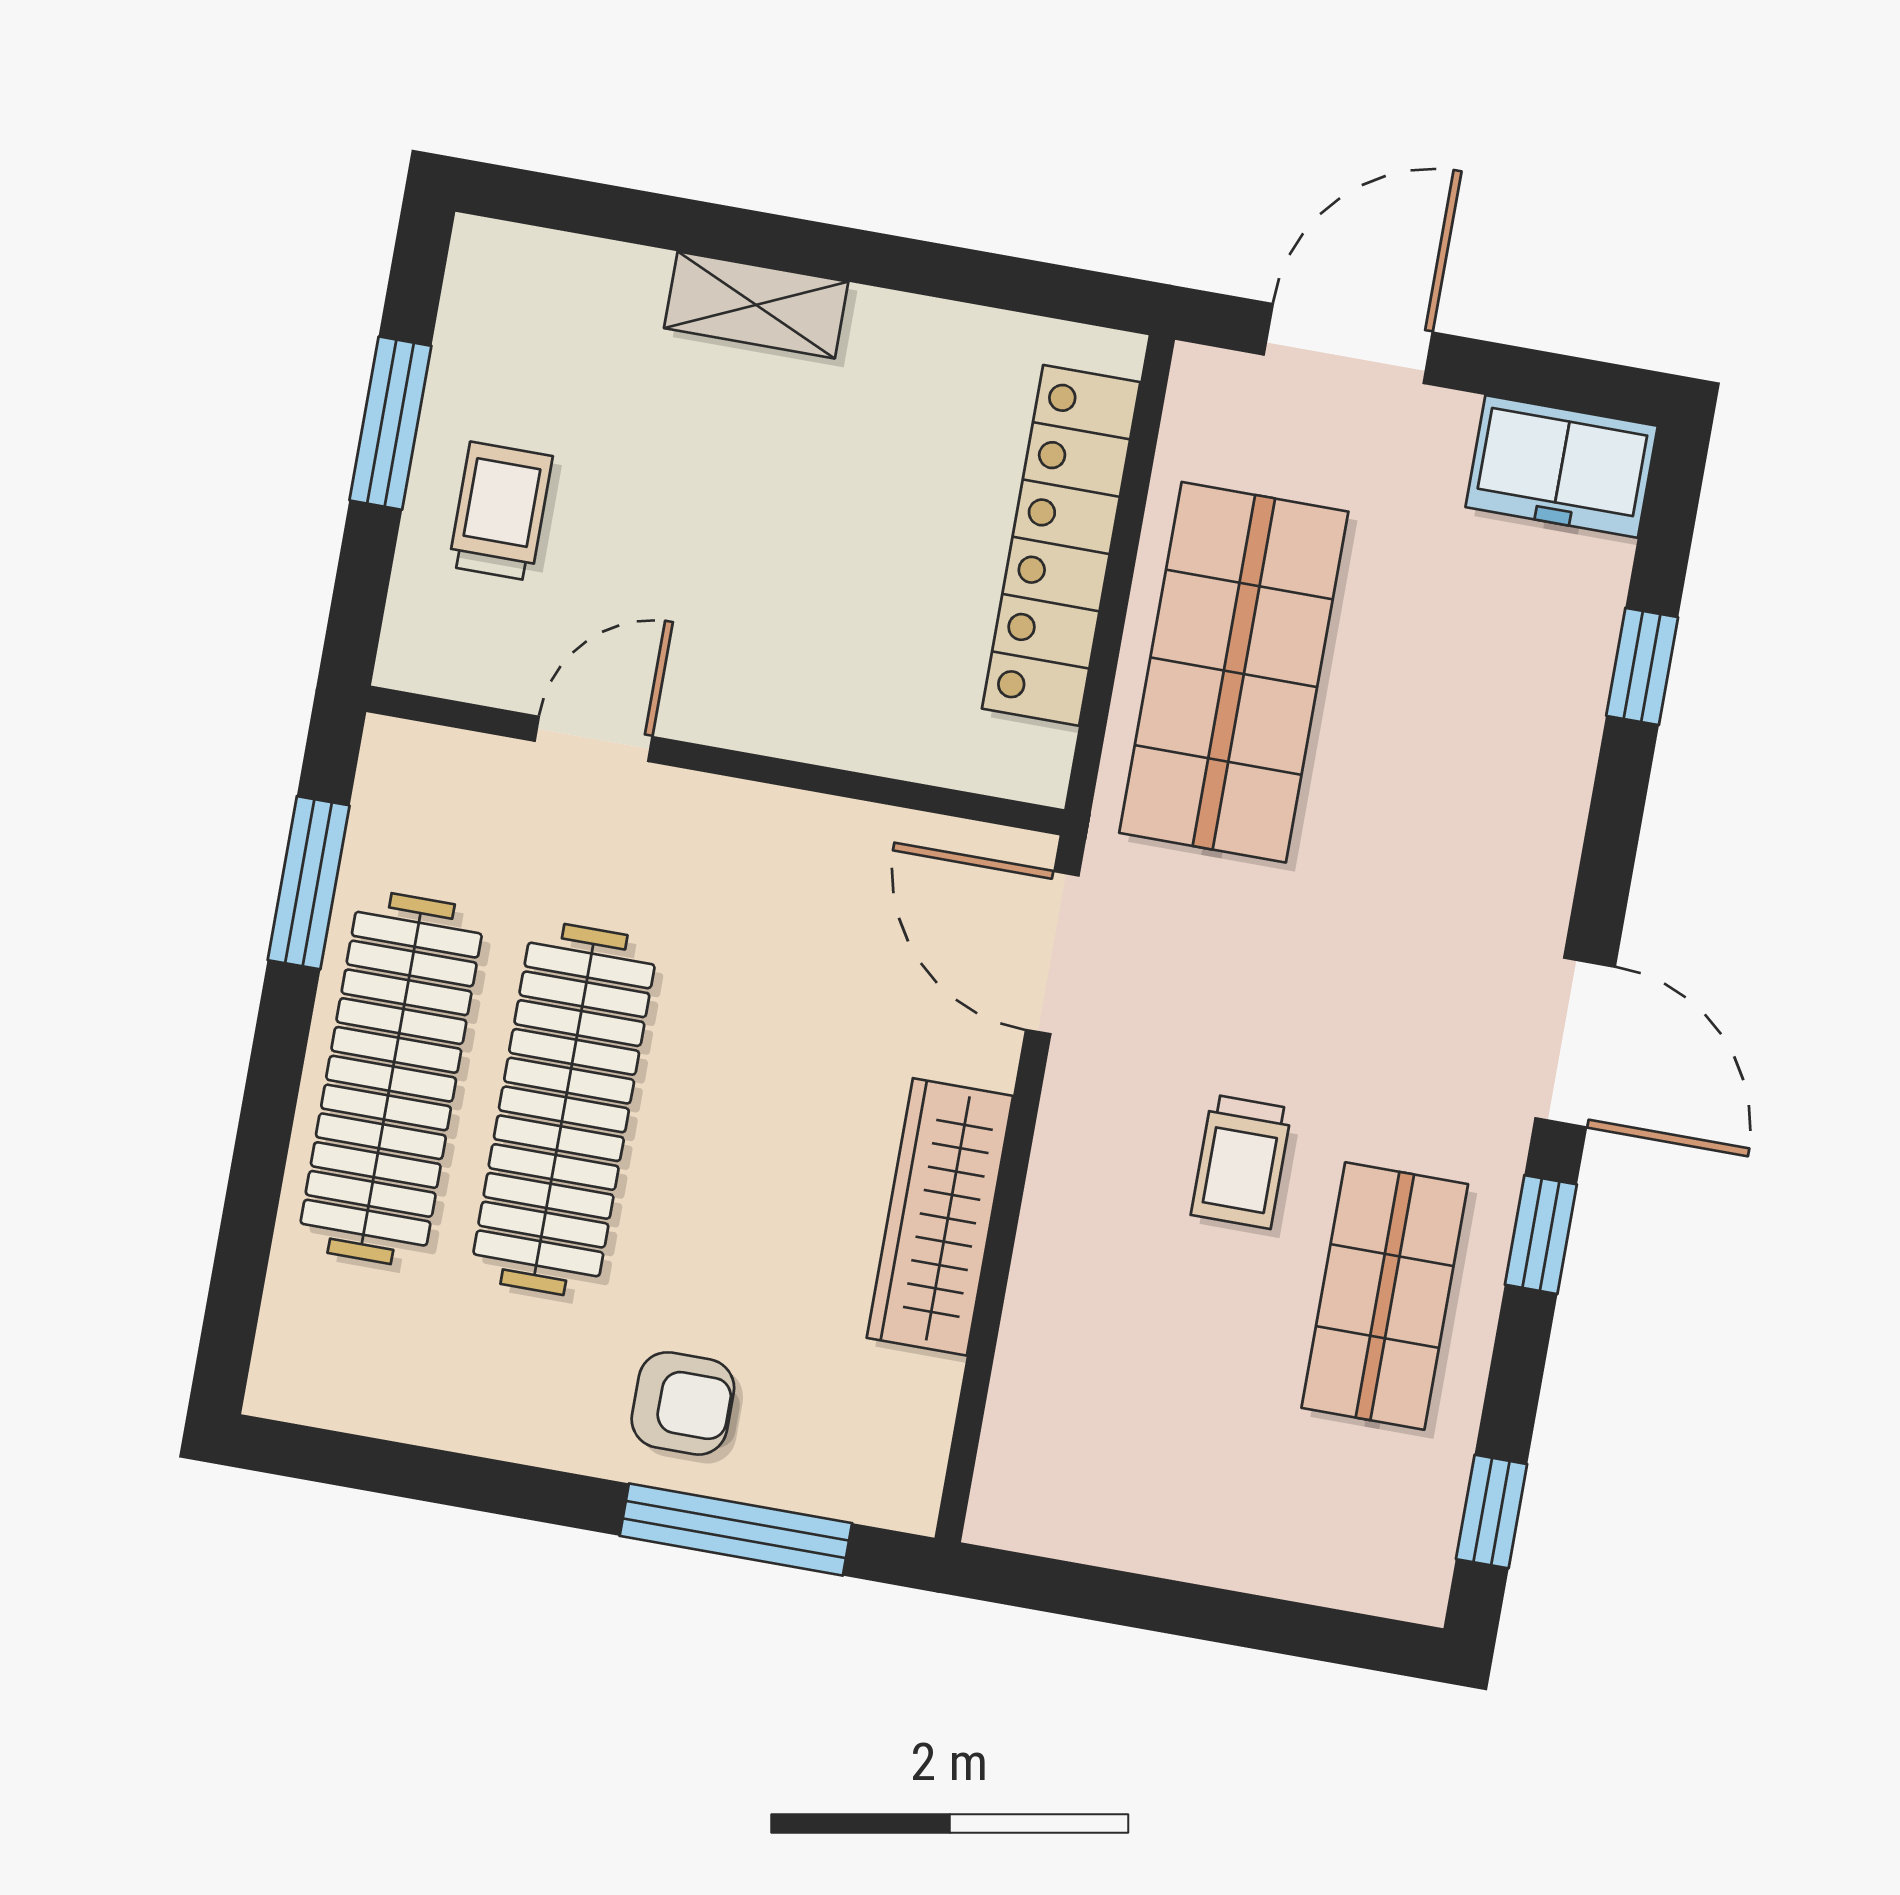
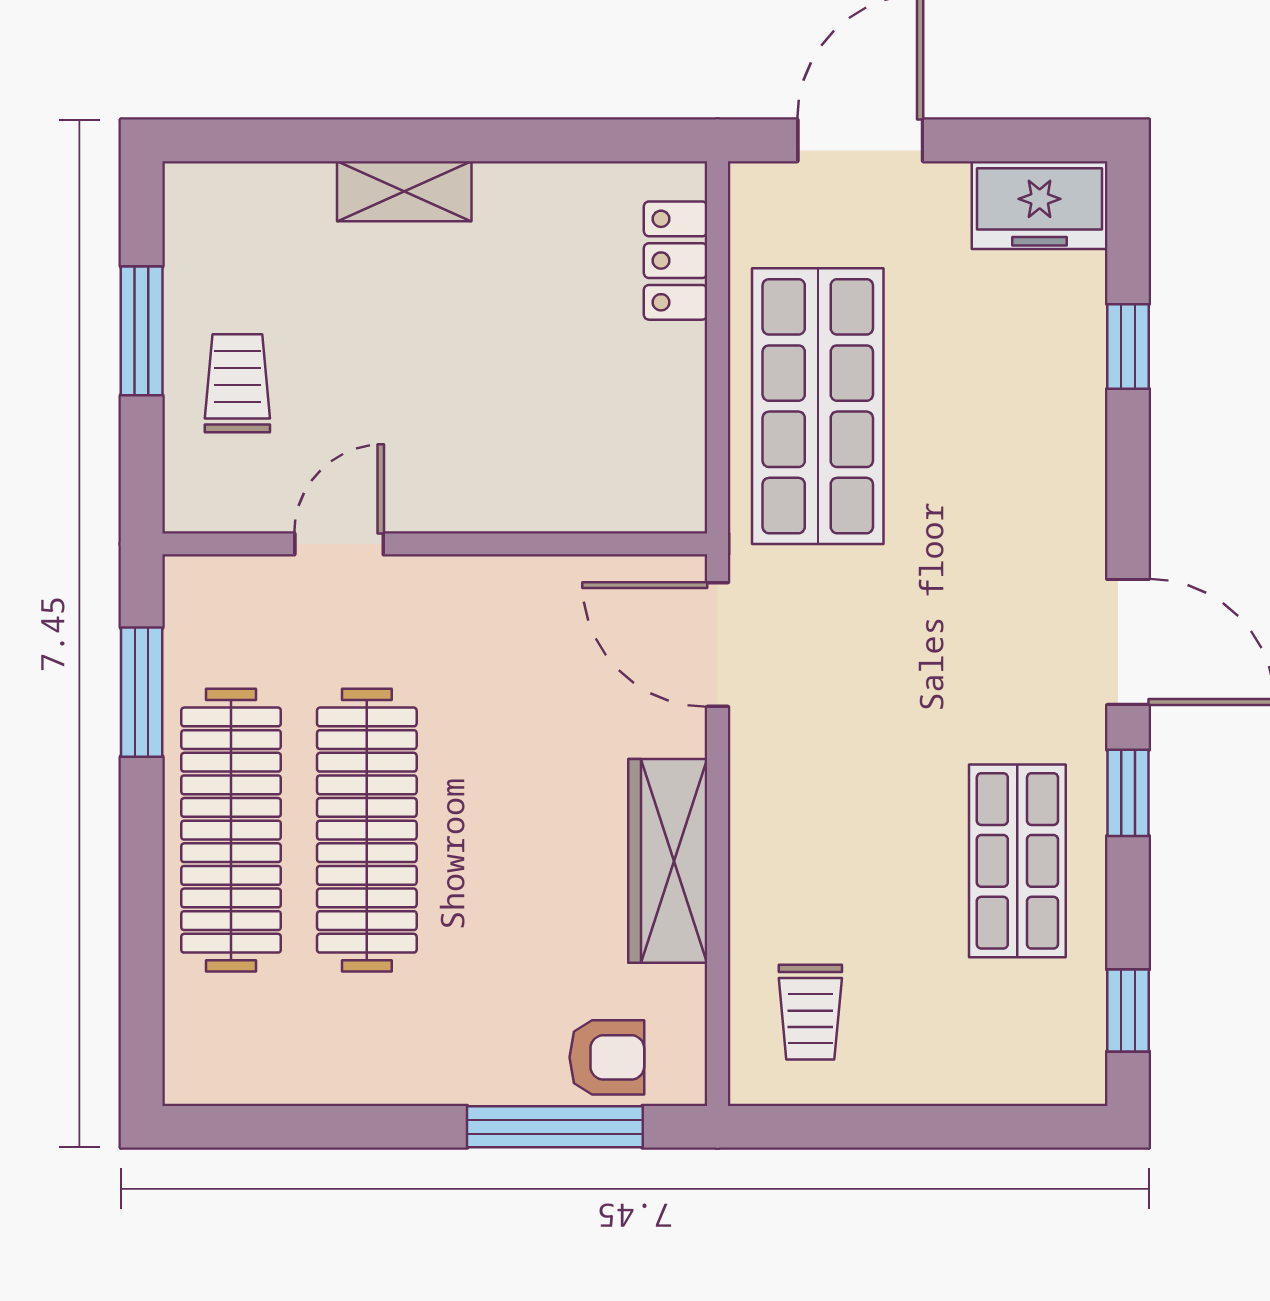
locker: (1061, 545) -> (676, 261), width x0.46, depth x0.83
trolley: (1241, 1162) -> (810, 1012), moved
armchair: (683, 1403) -> (607, 1057), moved

